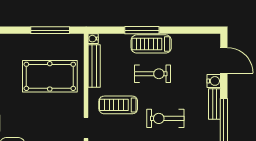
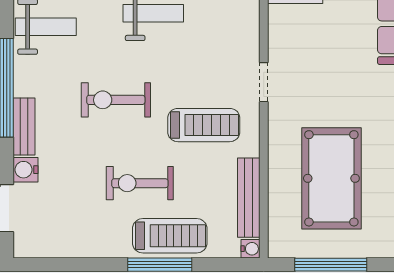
treadmill: (151, 44) -> (170, 236), moved
pool table: (50, 76) -> (331, 178), turned 90
exercise bike: (165, 118) -> (116, 100), turned 180

